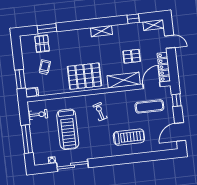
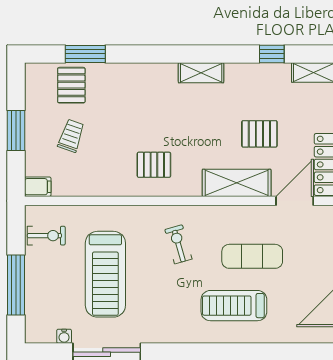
pallet: (84, 76) -> (154, 165), width x0.49, depth x0.50
window: (20, 79) -> (16, 131), moved
exercise mat: (149, 106) -> (252, 256), moved
treadmill: (129, 137) -> (234, 306), turned 180

